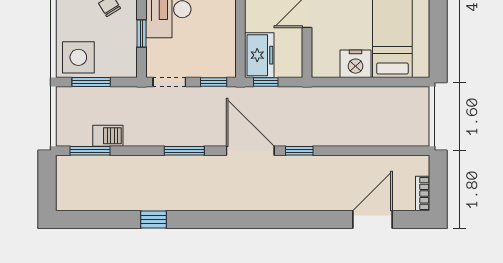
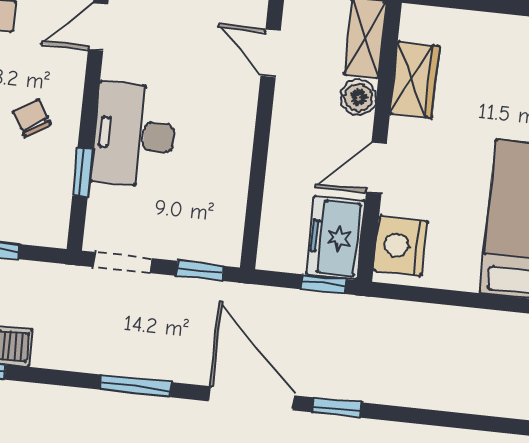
freezer: (259, 55) -> (335, 238), moved, turned 180
nightstand: (356, 64) -> (400, 246), moved, turned 90
window: (266, 82) -> (324, 284), moved

